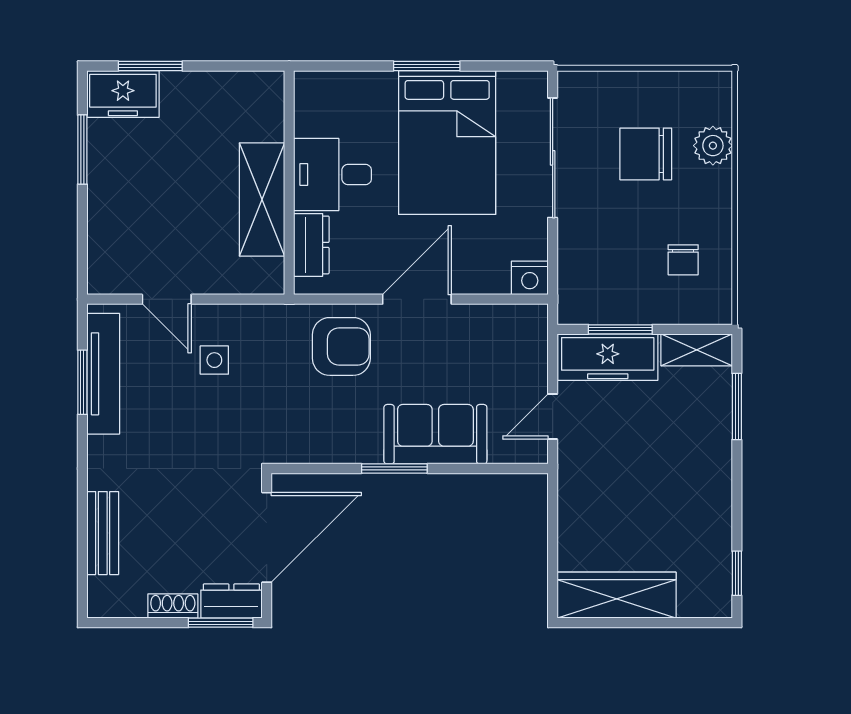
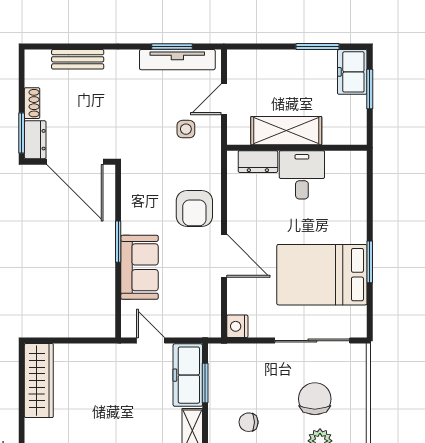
desk: (333, 174) -> (302, 175), moved
wall: (289, 183) -> (297, 148), moved
shelving: (262, 199) -> (286, 131), moved
dresser: (311, 245) -> (258, 162), moved

